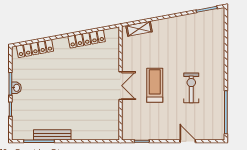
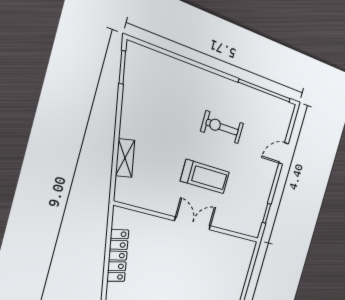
shelving: (139, 29) -> (125, 158), moved
treadmill: (155, 85) -> (205, 176), turned 180

